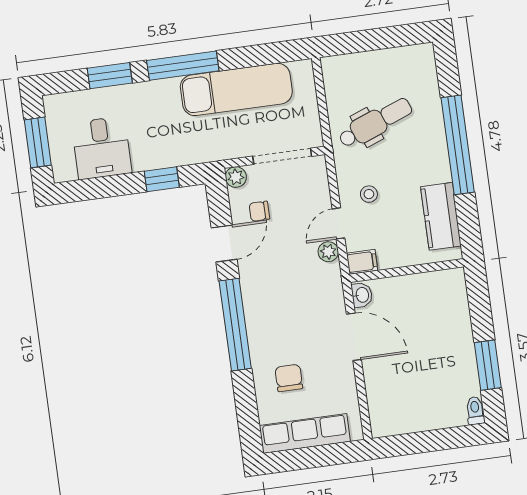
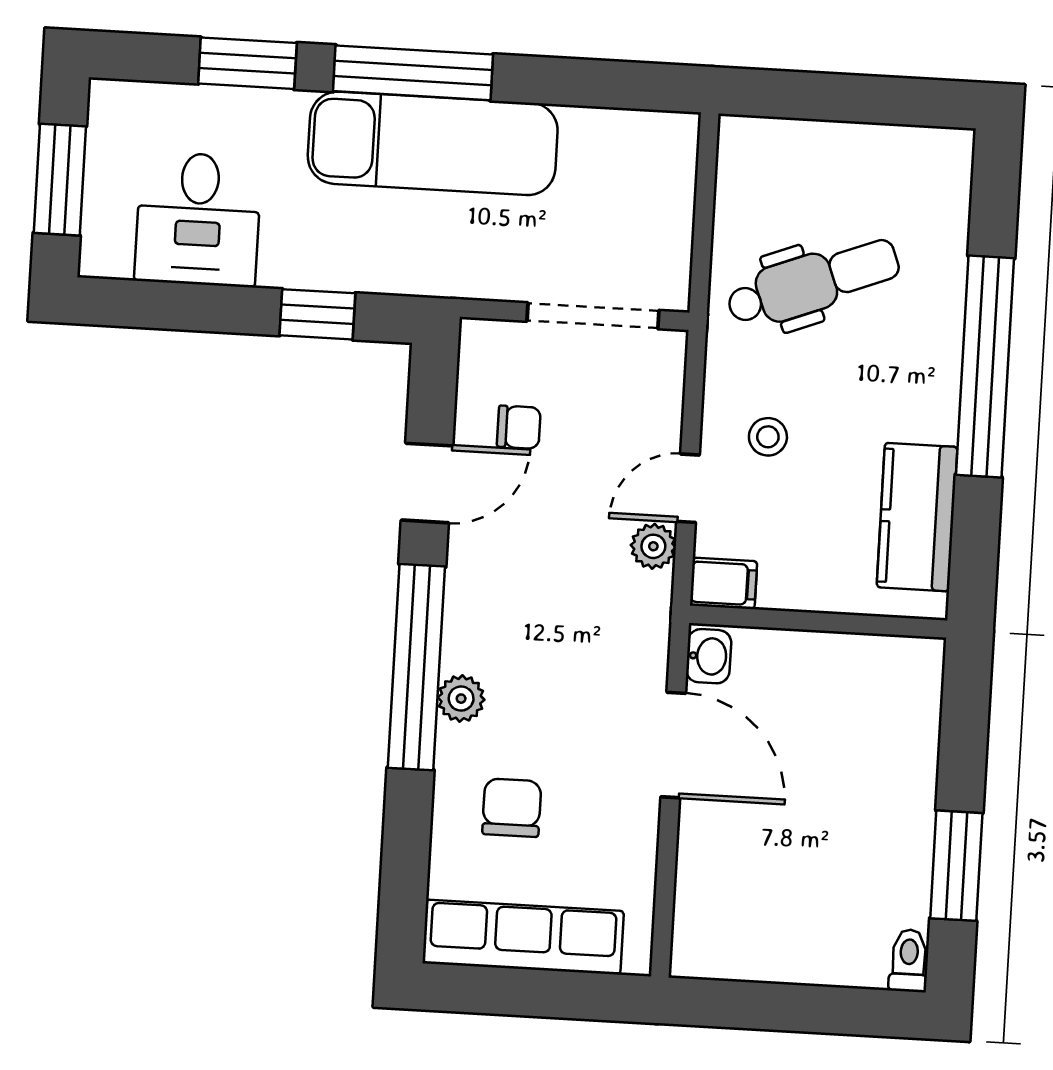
exam couch: (236, 89) -> (433, 143), moved
plant: (236, 177) -> (461, 699), moved
chair: (259, 211) -> (519, 427), turned 180

